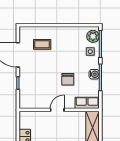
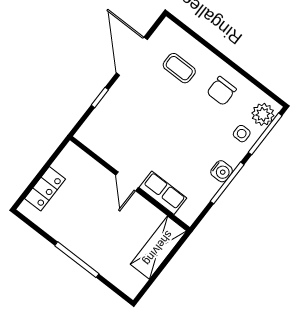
chair: (68, 79) -> (222, 91), moved
row of seats: (87, 103) -> (163, 193), moved
door: (57, 110) -> (127, 181), swing flipped

